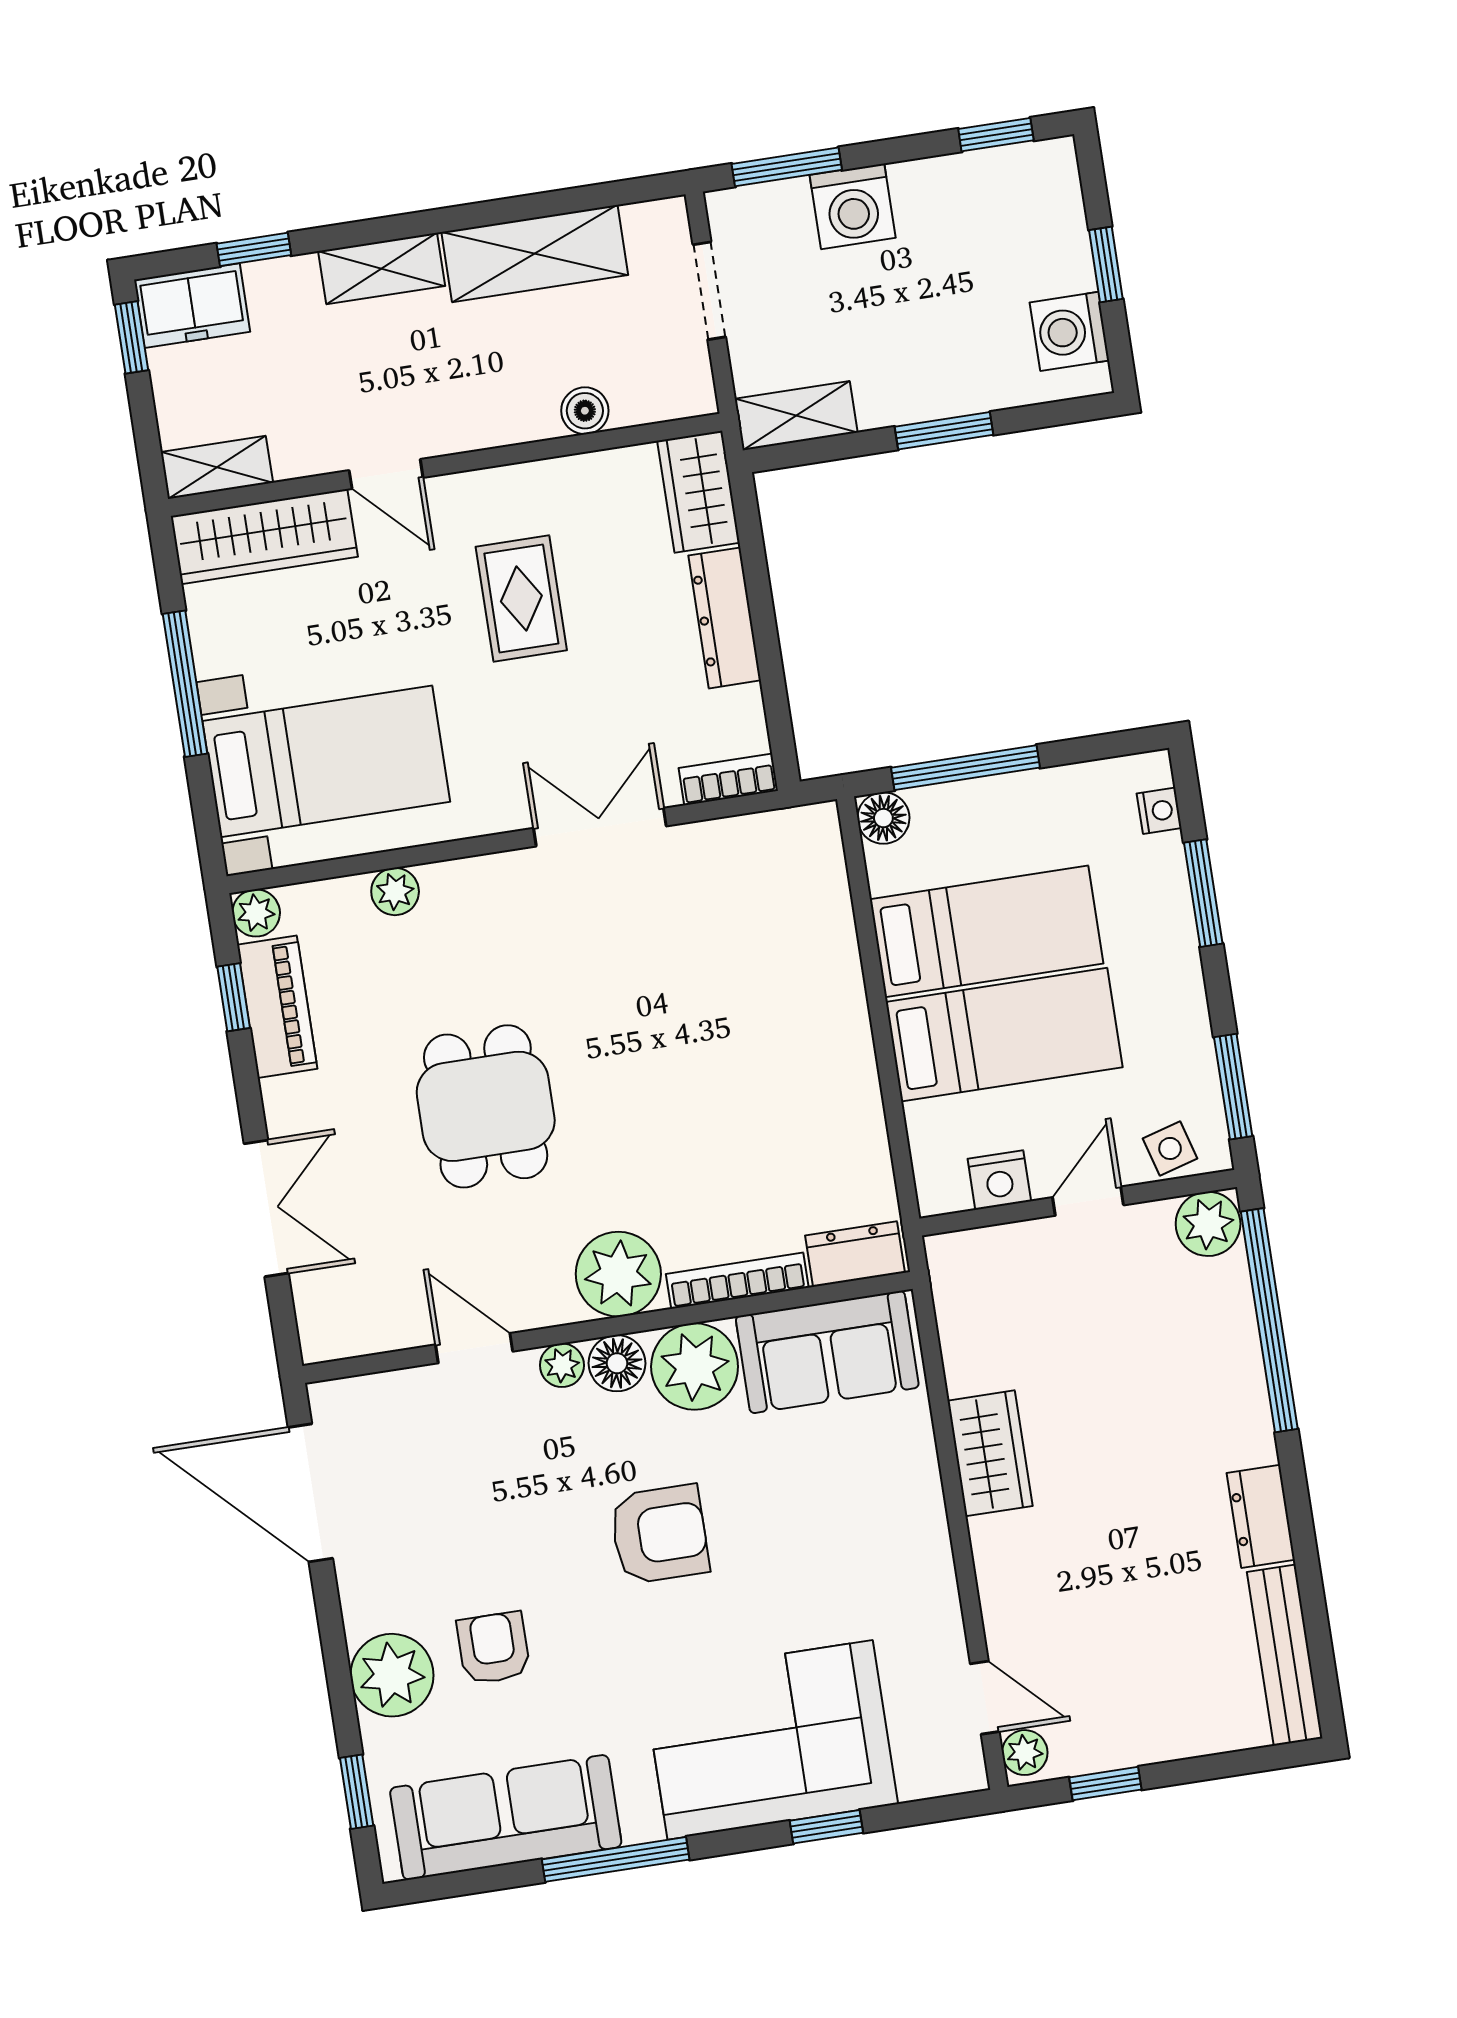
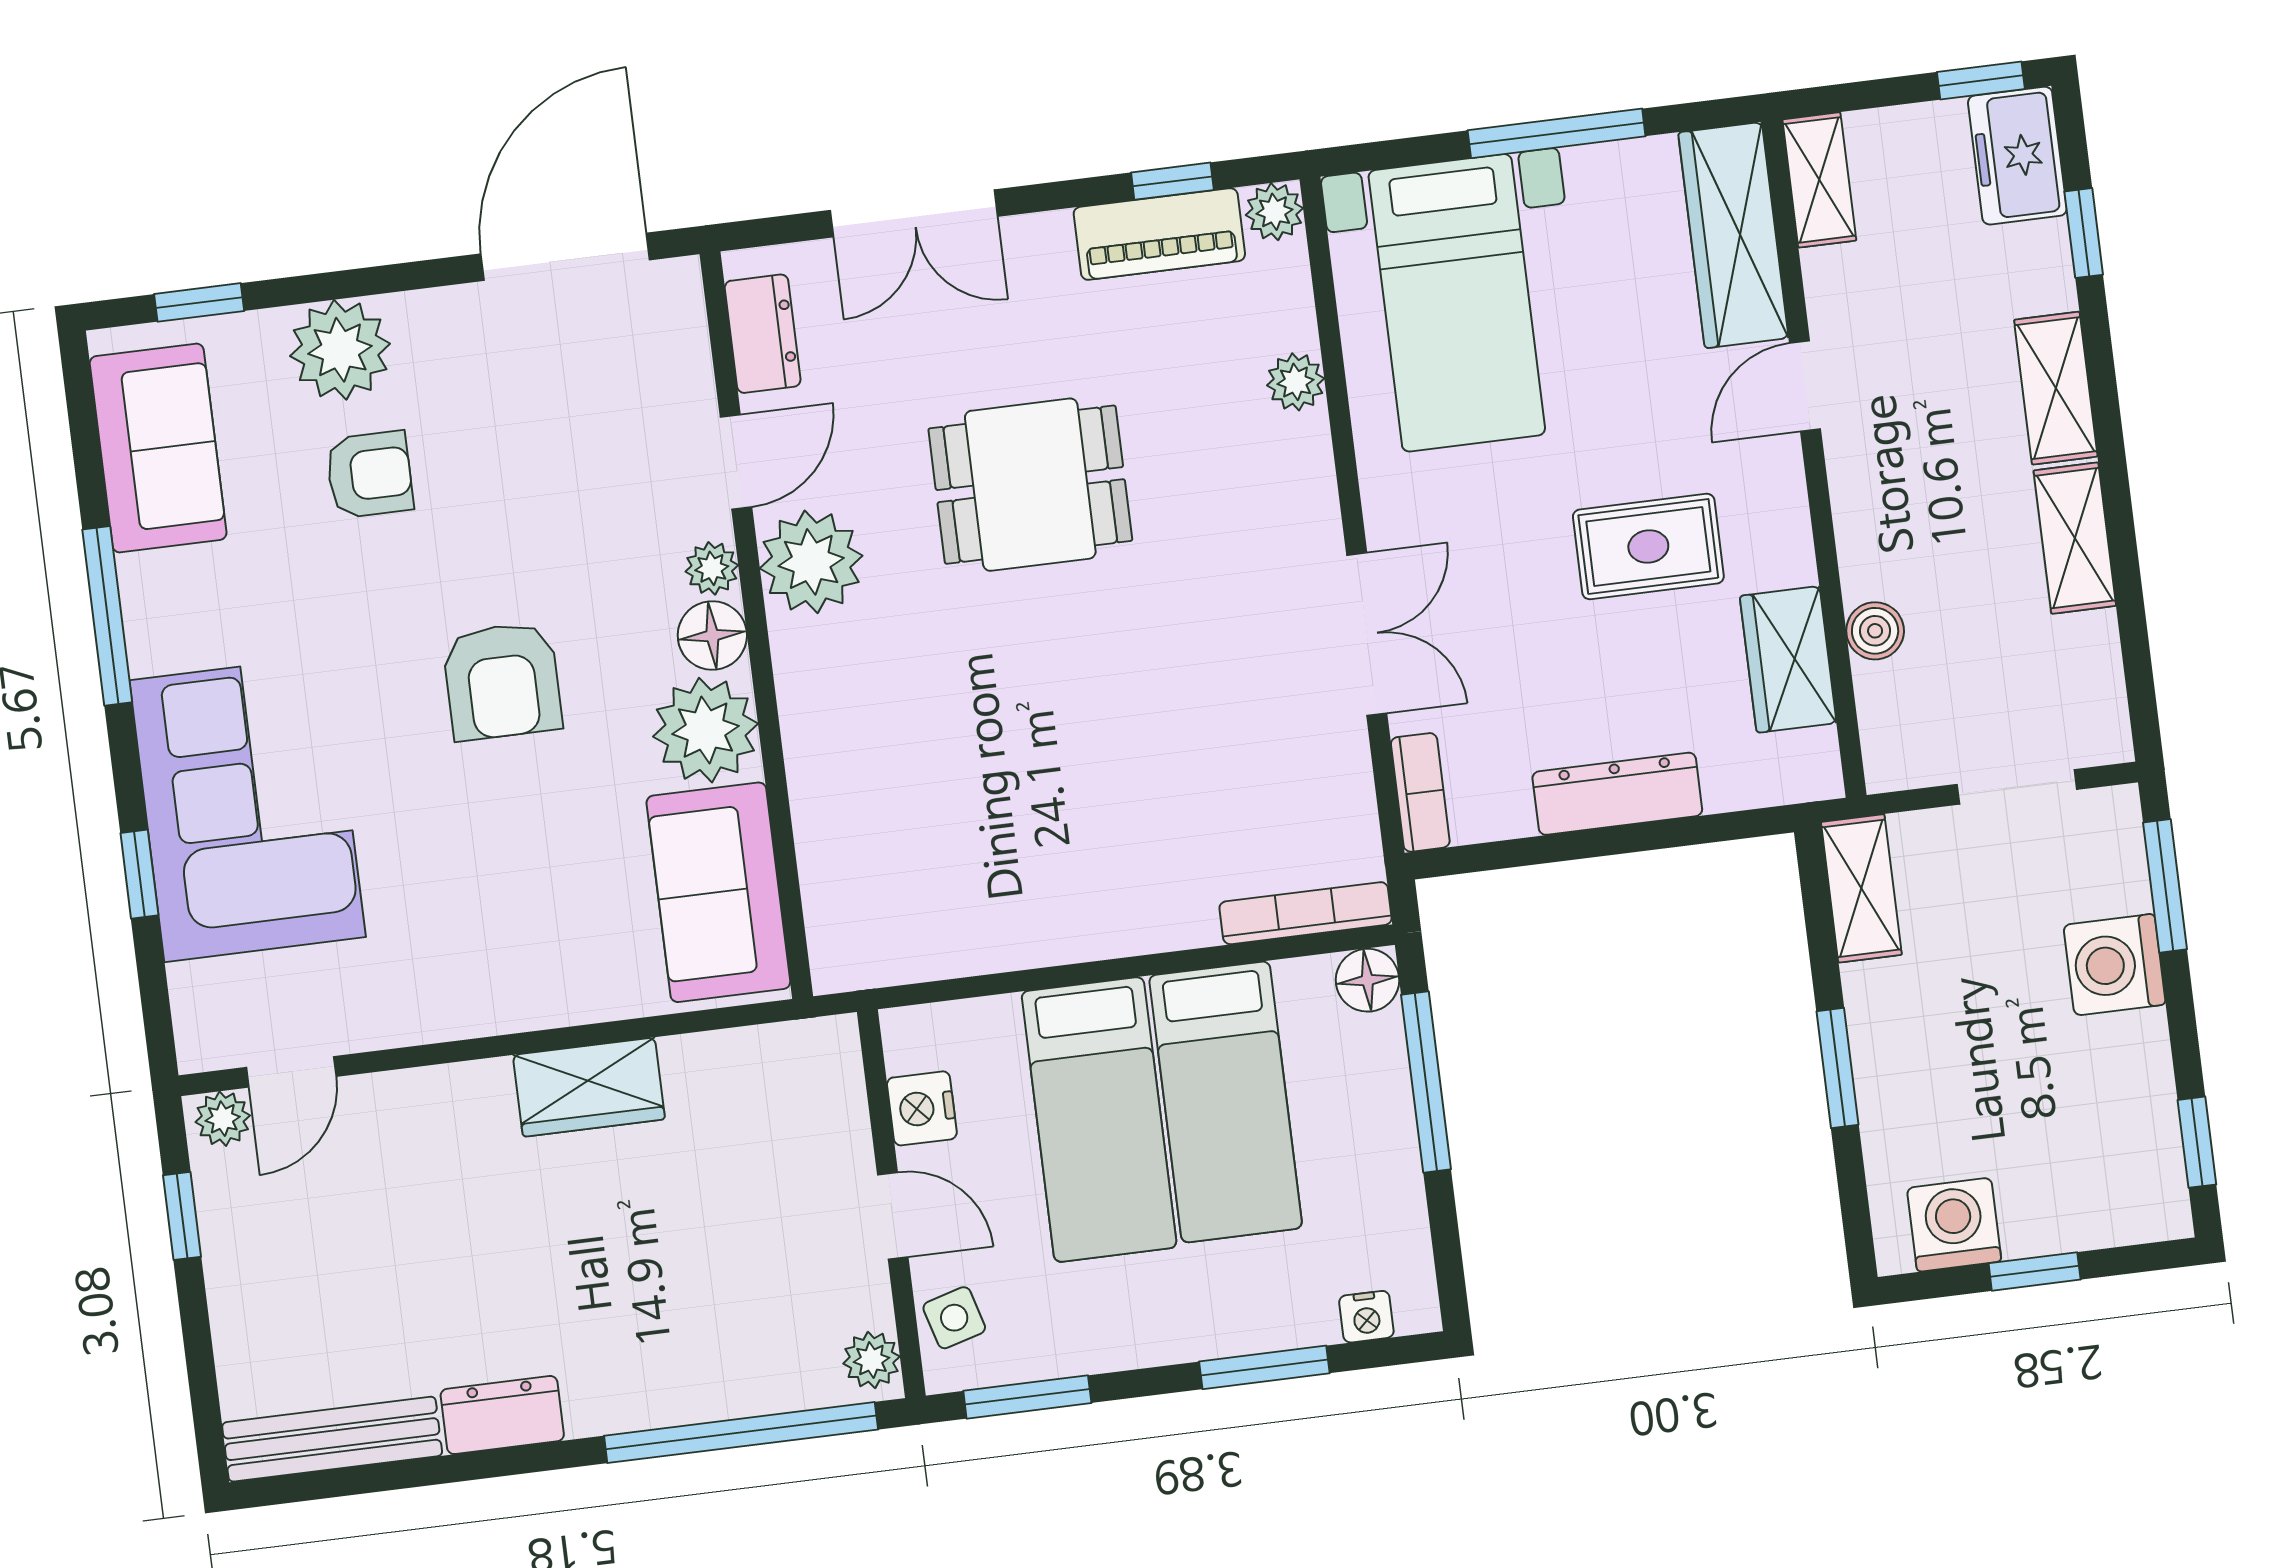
shelving: (535, 254) -> (2075, 538), width x0.67, depth x0.75
wardrobe: (698, 492) -> (1788, 659), moved, turned -90
plant: (1208, 1224) -> (871, 1360), width x0.73, depth x0.73
dresser: (855, 1254) -> (763, 334), moved
plant: (618, 1274) -> (811, 562), moved
bookcase: (737, 1281) -> (1306, 913), moved, turned -90
sofa: (506, 1817) -> (158, 448), width x0.73

